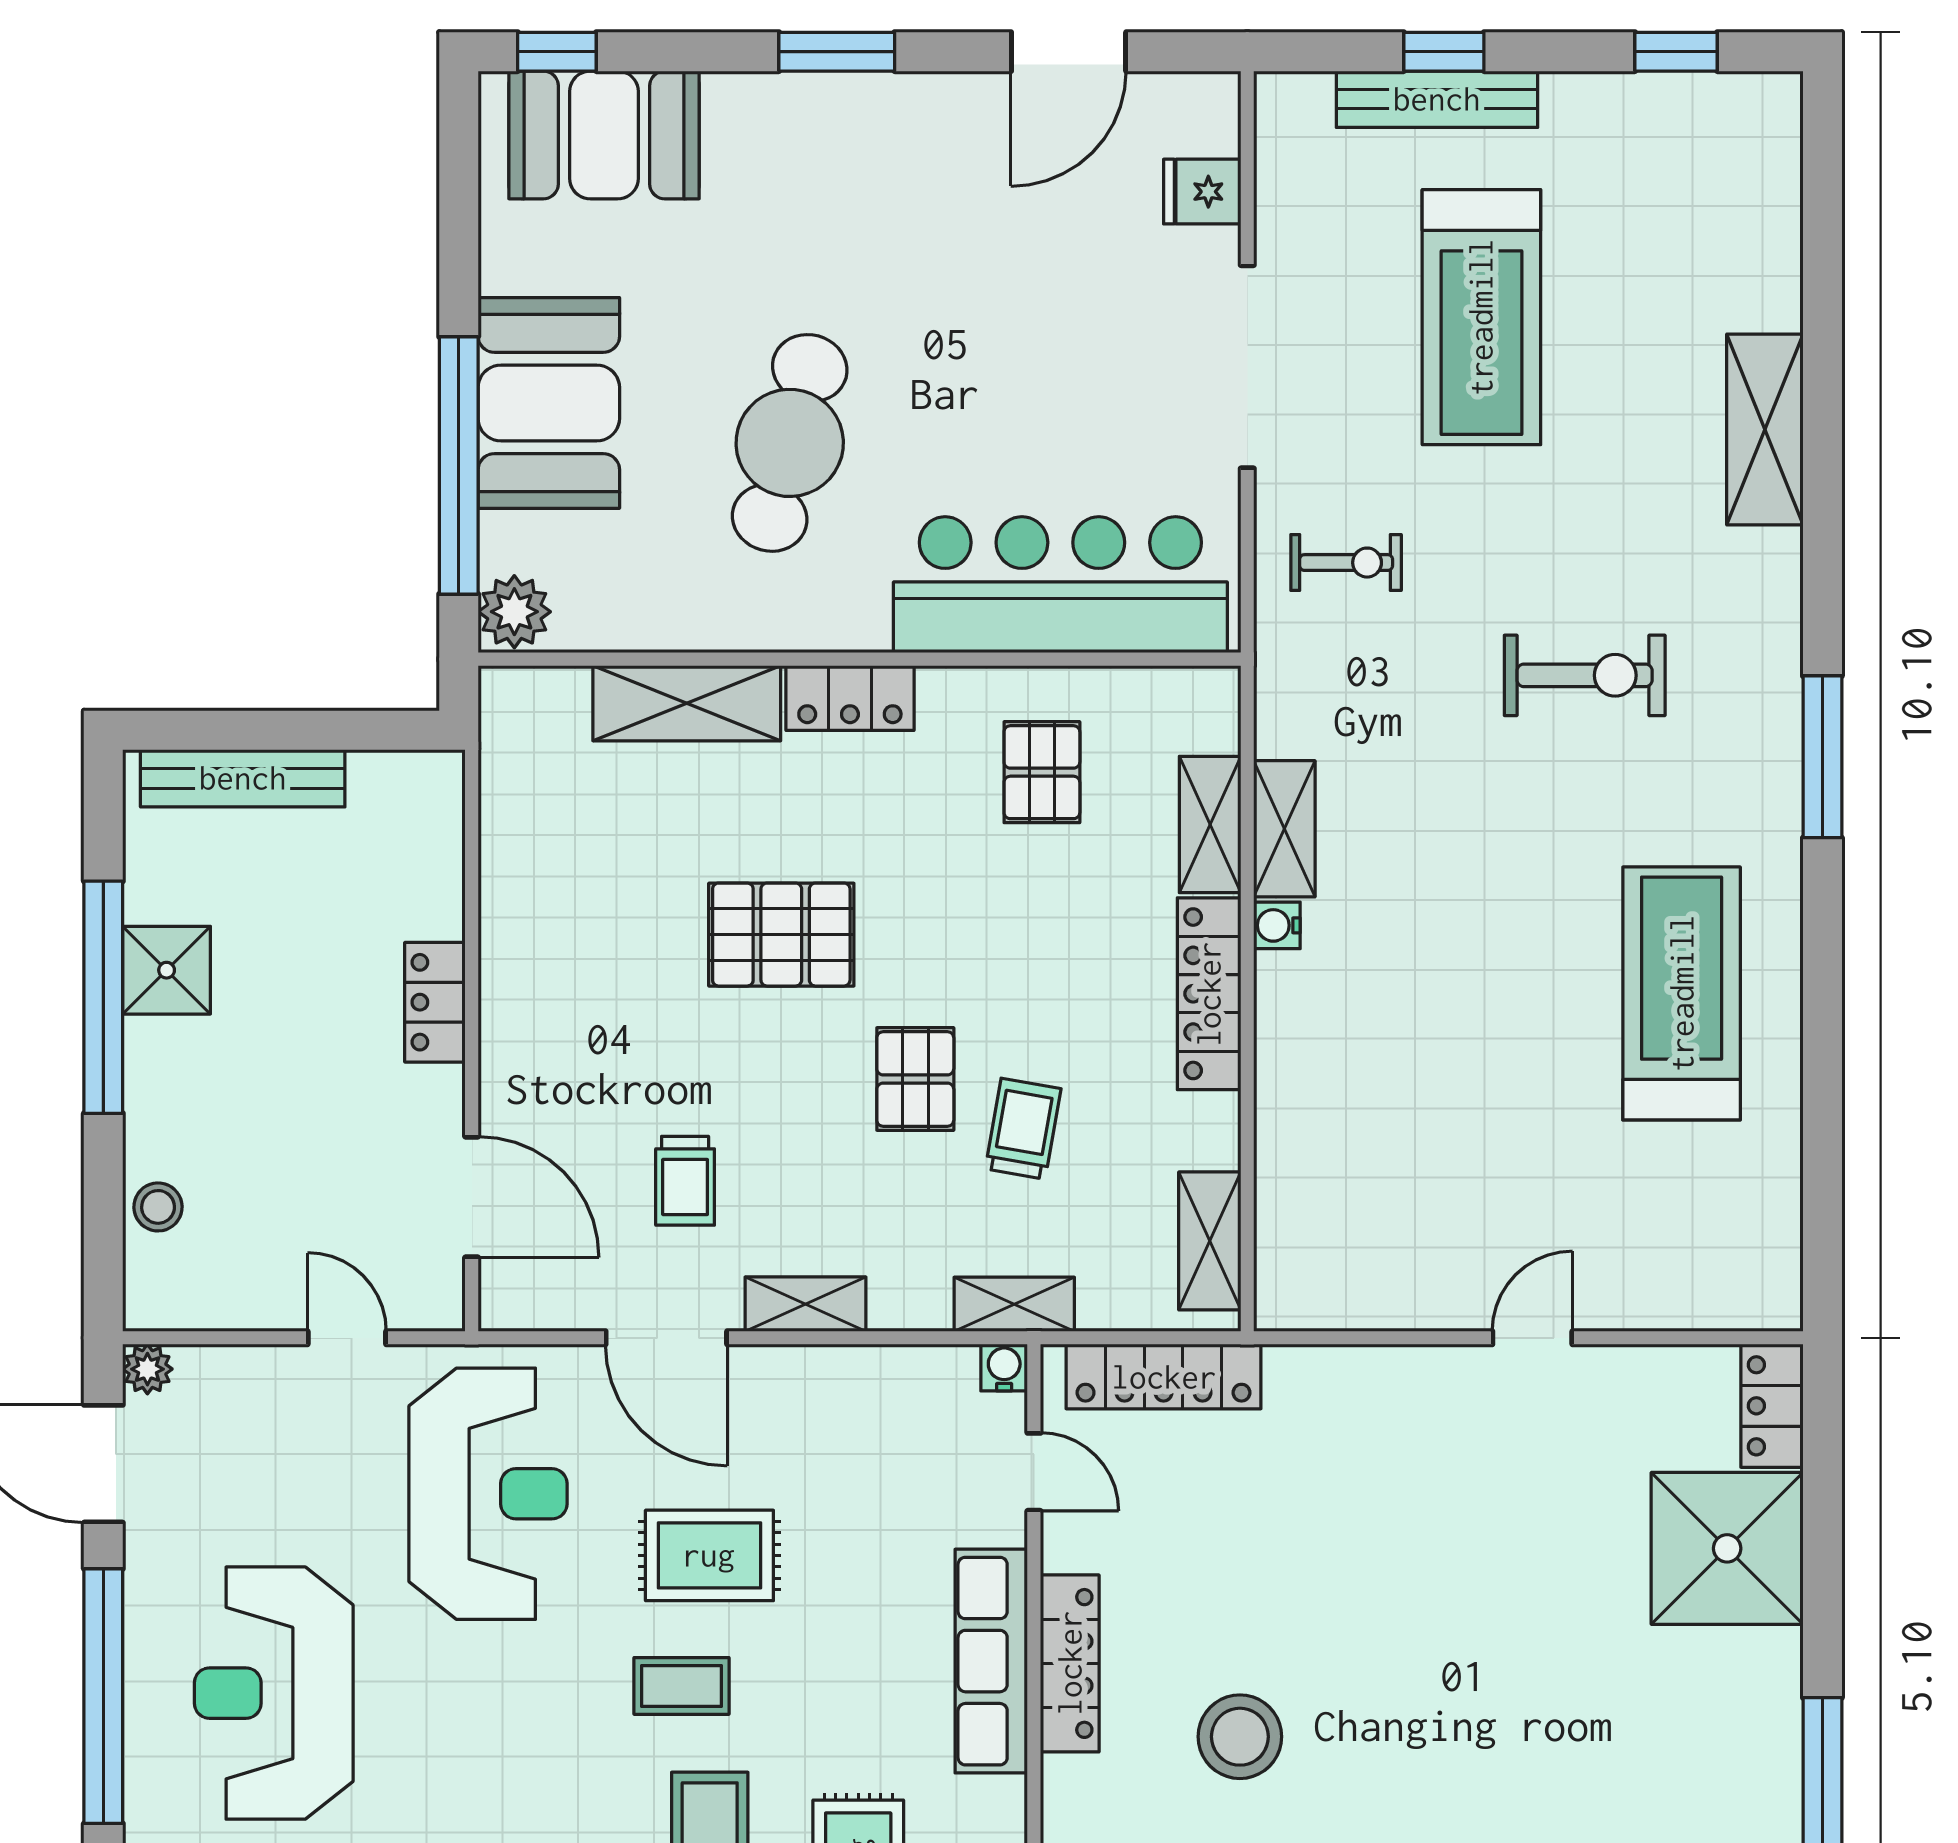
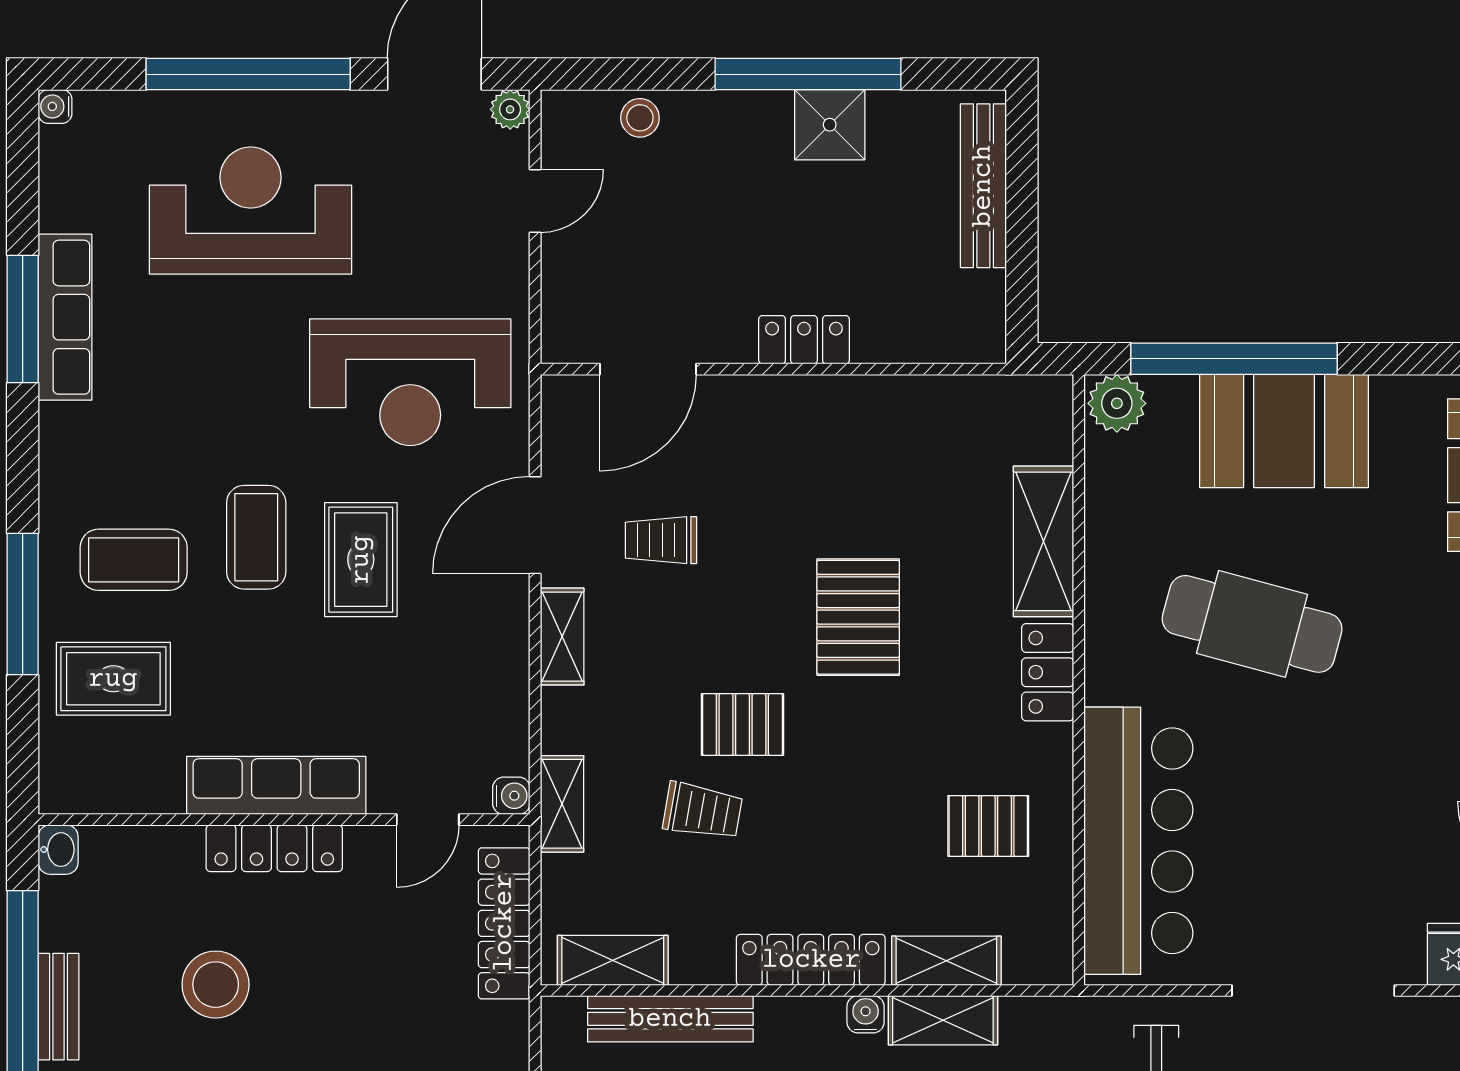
bench: (1283, 1169) -> (670, 1019), added
door: (347, 1338) -> (535, 201), moved
coffee table: (682, 1686) -> (256, 537), width x1.36, depth x1.30

